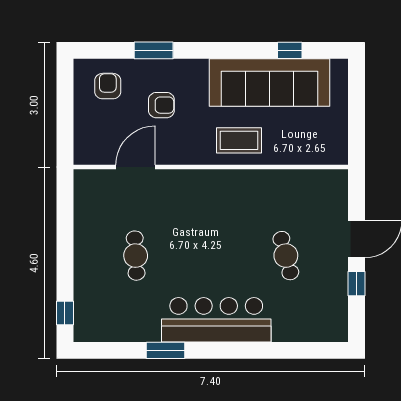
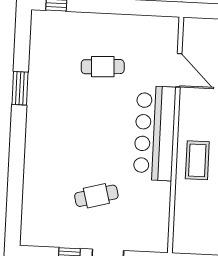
bar counter: (216, 320) -> (155, 133), moved, turned 180

